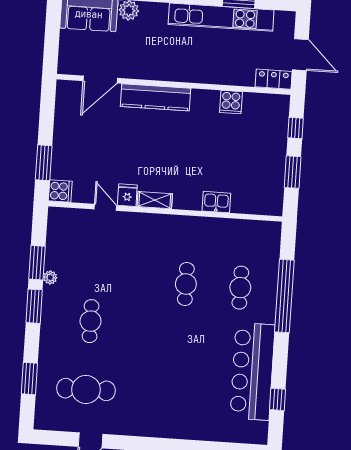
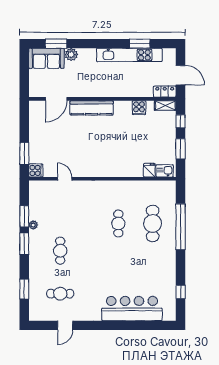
fridge: (127, 195) -> (149, 170), moved
shelving: (155, 200) -> (165, 105), moved
kitchen sink: (216, 202) -> (165, 171), moved
cafe table: (240, 288) -> (153, 223), width x1.37, depth x1.35
bar counter: (252, 371) -> (132, 309), moved, turned 90
cafe table: (86, 389) -> (60, 294), width x0.73, depth x0.74

